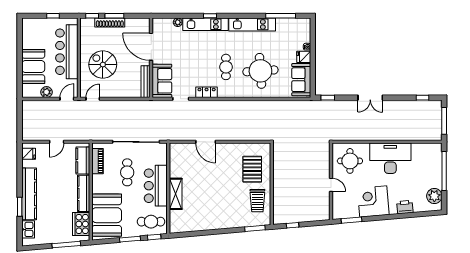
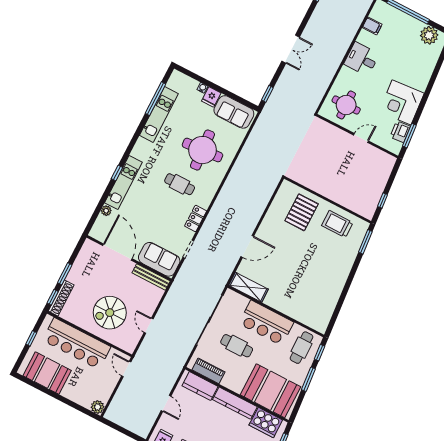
shoe rack: (110, 23) -> (61, 298), moved
kitchen unit: (252, 24) -> (159, 115), moved
door: (151, 47) -> (117, 252), swing flipped
booth: (33, 66) -> (47, 373), moved
plant: (46, 92) -> (98, 407), moved
door: (93, 99) -> (149, 326), moved
filing cabinet: (419, 150) -> (372, 26), added
desk: (390, 158) -> (362, 59), width x0.53, depth x0.77
pallet: (252, 169) -> (302, 212), turned 90
shelving: (176, 194) -> (249, 287), moved
trolley: (257, 201) -> (337, 224), turned 180
printer: (405, 207) -> (400, 132), moved

